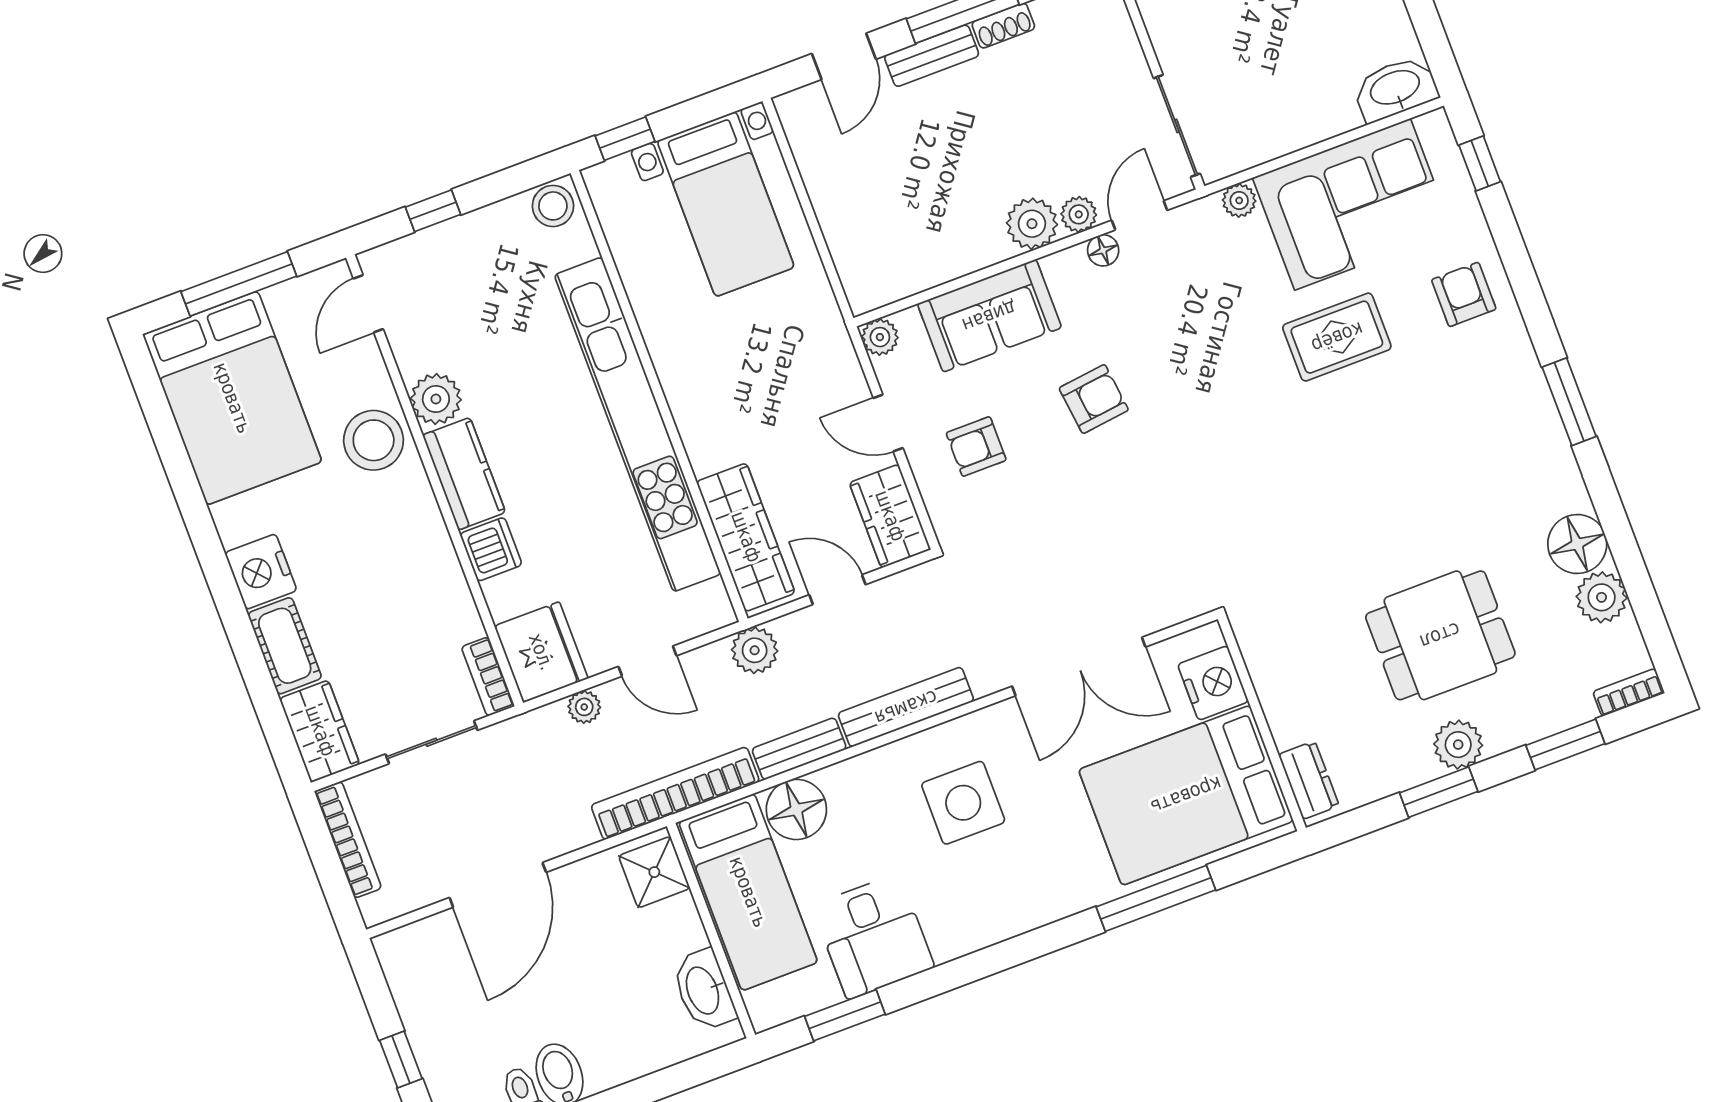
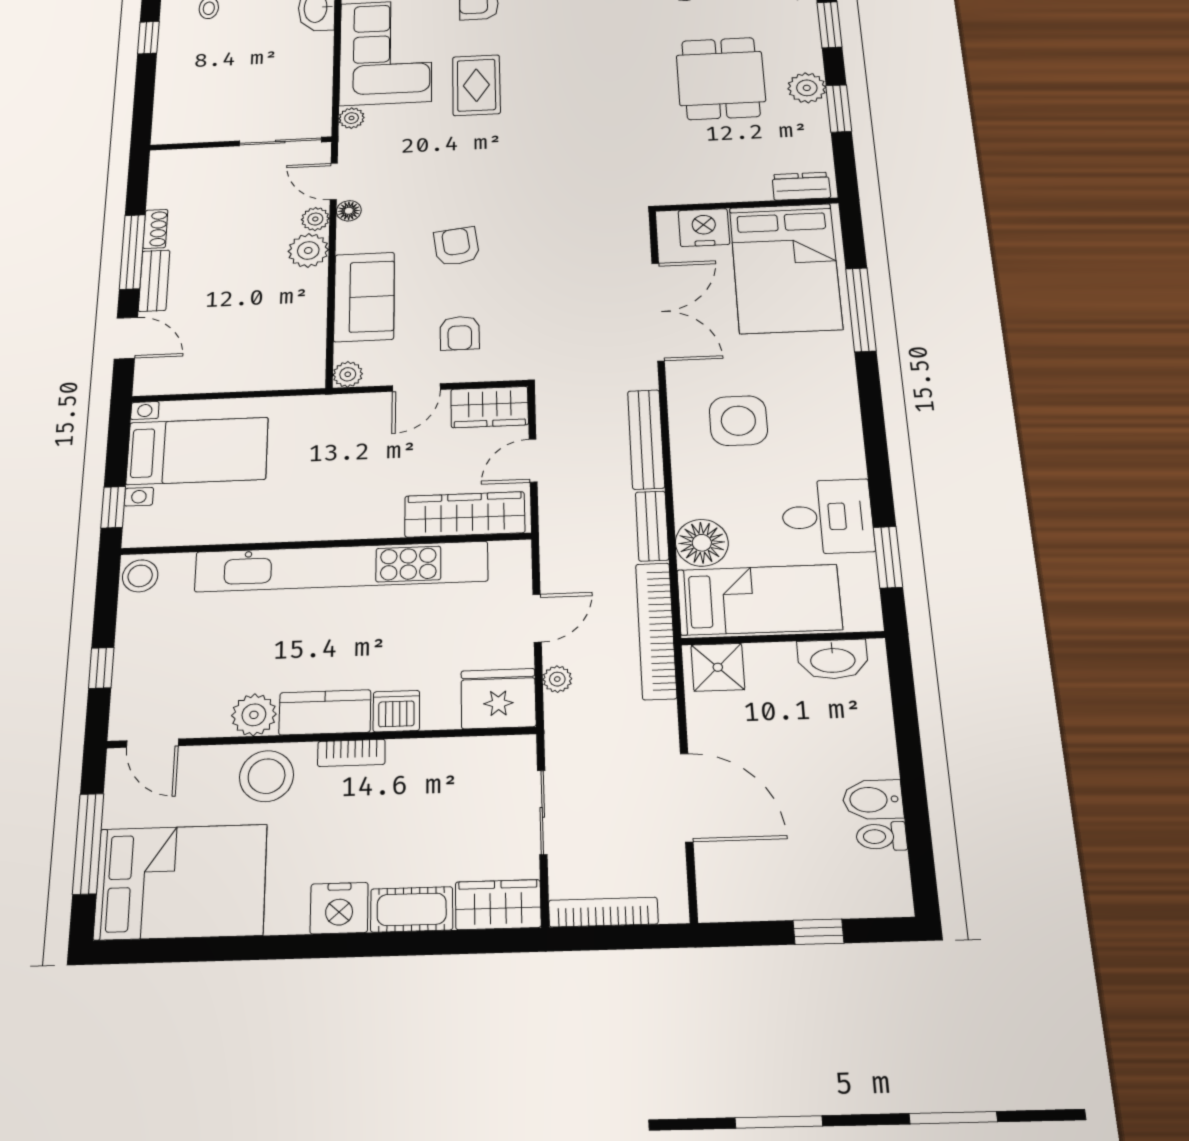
plant: (755, 650) -> (559, 535), removed
bookcase: (488, 677) -> (351, 753), moved

